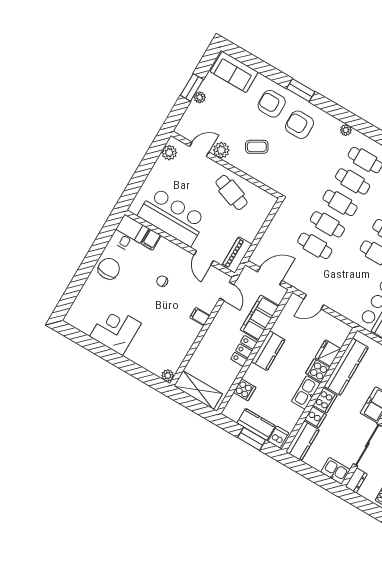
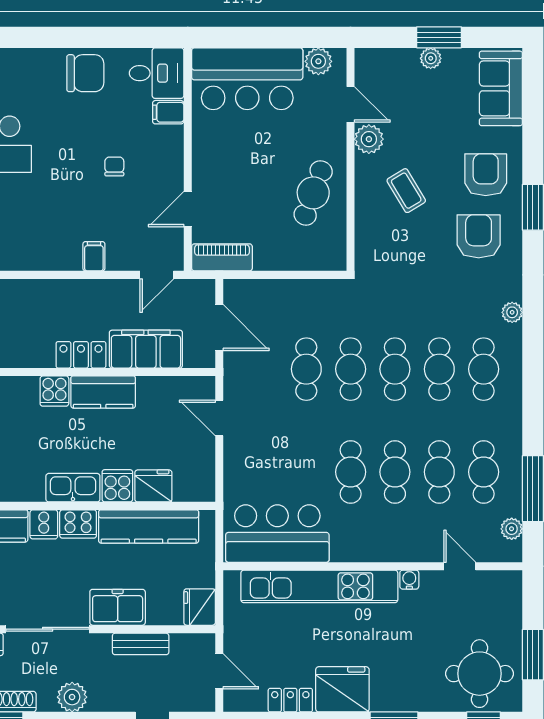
bar counter: (172, 217) -> (247, 79), moved, turned 90
cooker: (245, 390) -> (54, 391), moved

